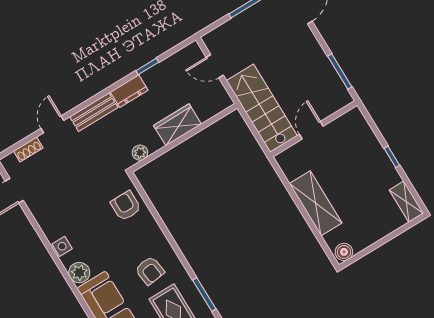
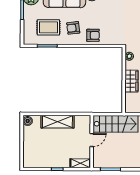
door: (311, 130) -> (92, 140), hinge flipped
shelving: (406, 202) -> (80, 163), moved
armchair: (126, 206) -> (93, 35), moved

